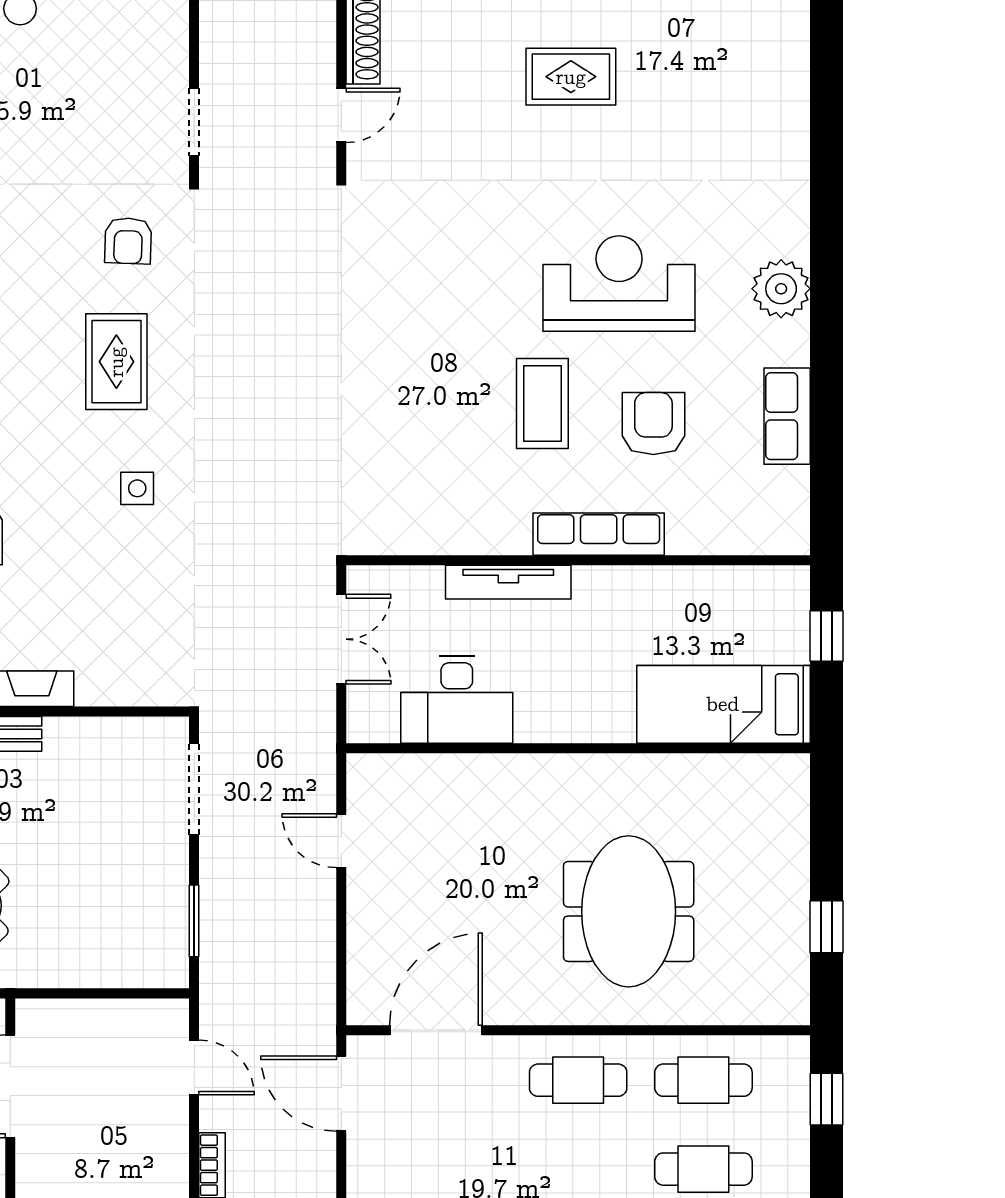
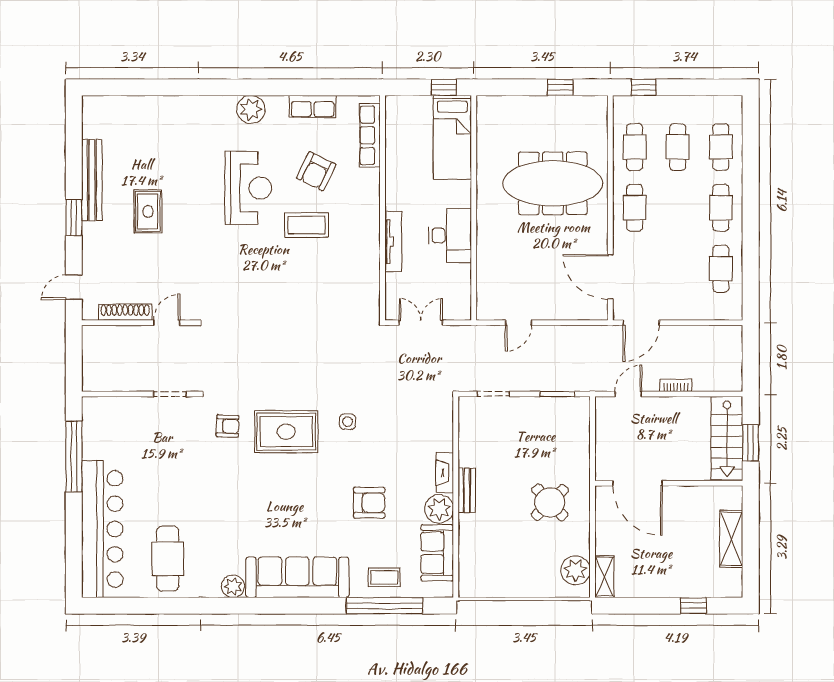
door: (341, 115) -> (167, 323), hinge flipped
reception desk: (619, 283) -> (248, 188), turned 180
rug: (116, 362) -> (286, 432), width x1.36, depth x1.43
armchair: (653, 424) -> (316, 171), turned -64
row of seats: (599, 534) -> (370, 135), moved
window: (827, 636) -> (444, 87), moved
desk: (457, 699) -> (450, 236), moved
doorway: (194, 789) -> (493, 394), width x0.73
meeting table: (629, 911) -> (553, 183), width x1.36

